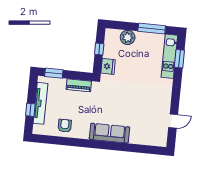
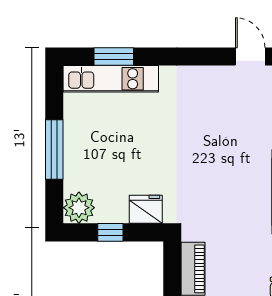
window: (152, 28) -> (54, 149), moved
plant: (128, 37) -> (79, 208), moved

